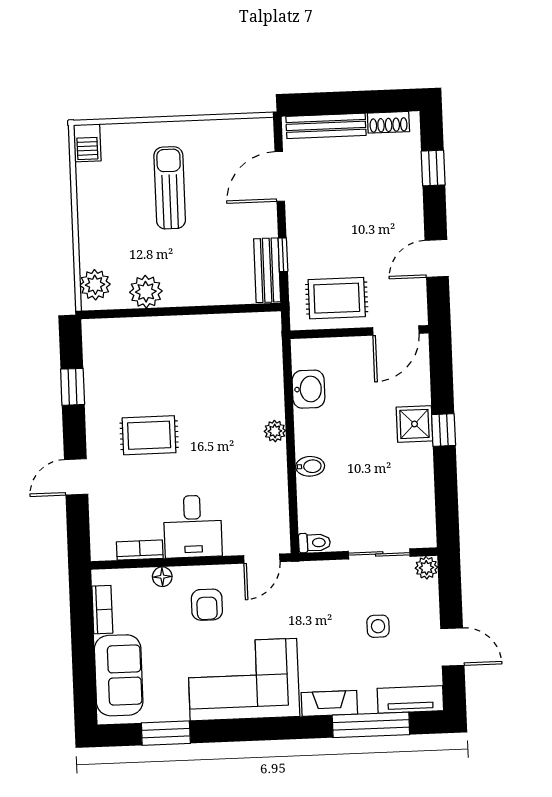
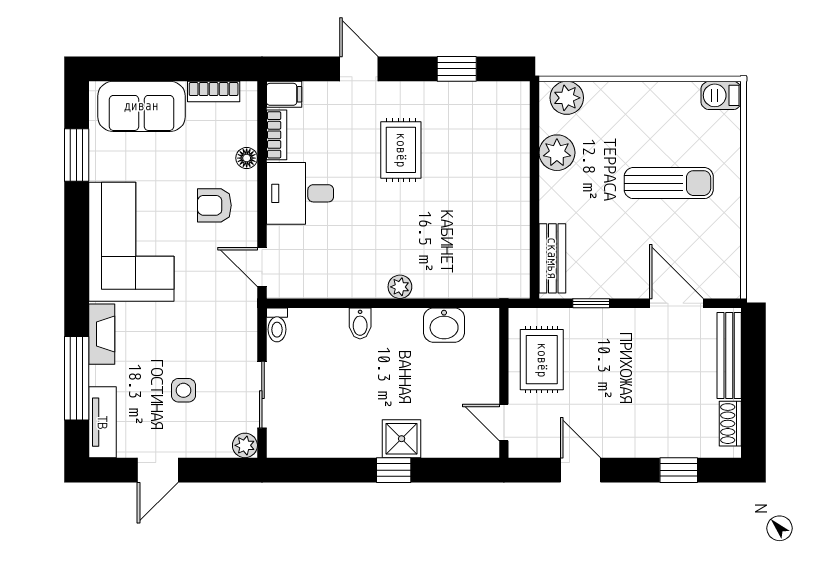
bench: (267, 270) -> (552, 258), moved, turned 90
door: (396, 331) -> (504, 423), width x0.73
filing cabinet: (102, 545) -> (284, 94), added

